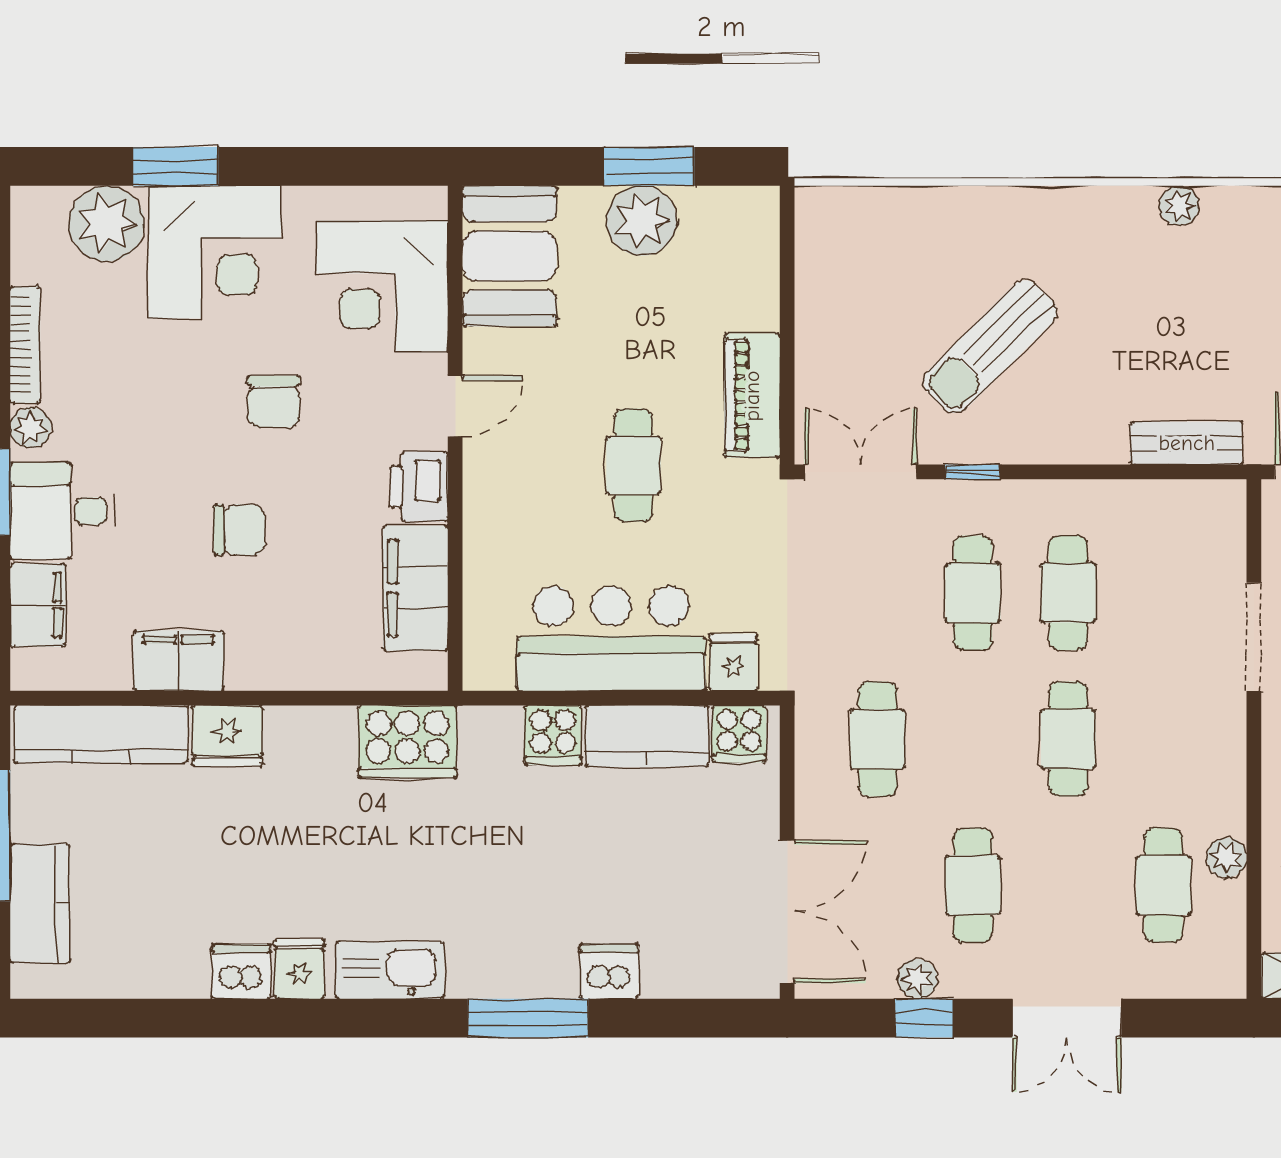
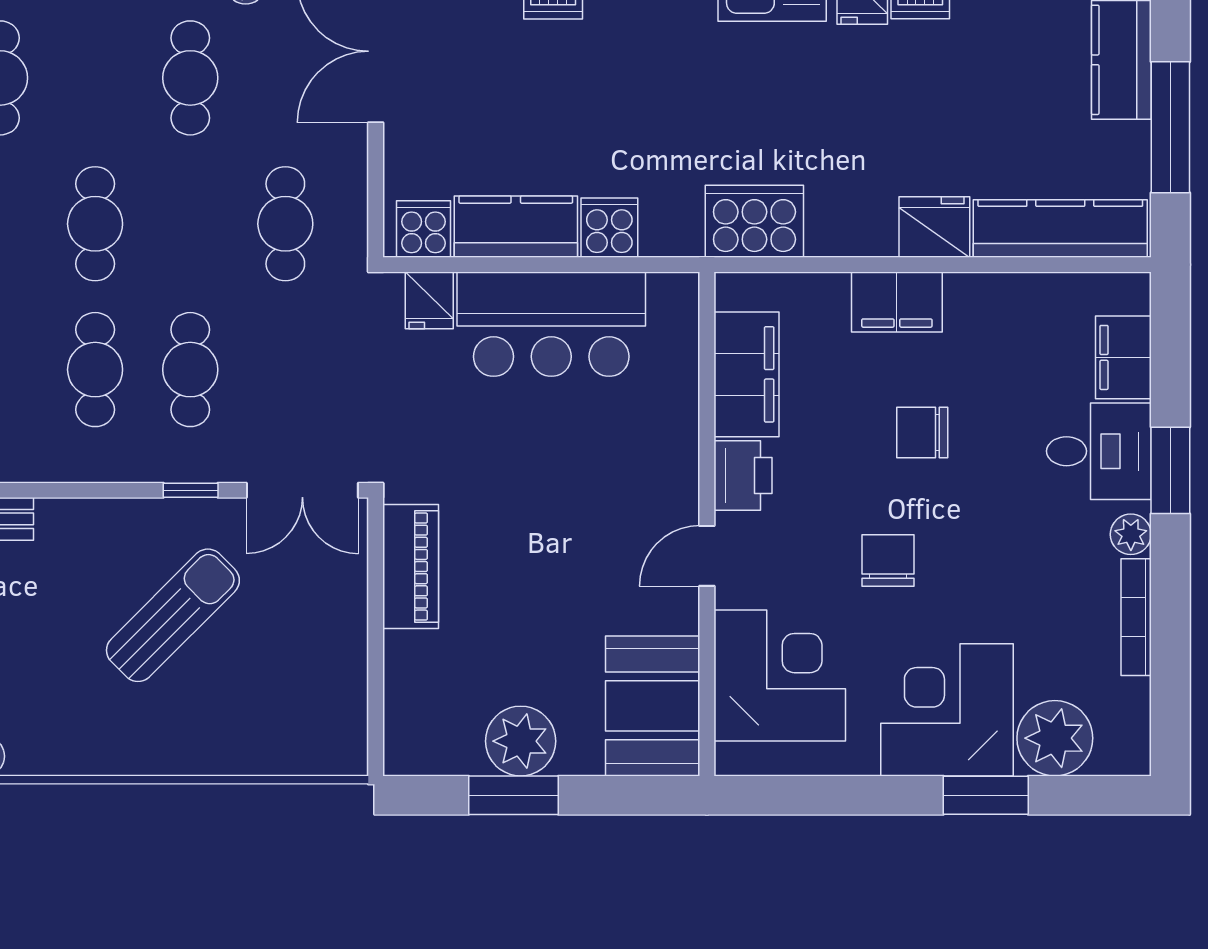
cafe table: (634, 465) -> (529, 497), removed
filing cabinet: (179, 661) -> (897, 302), moved

